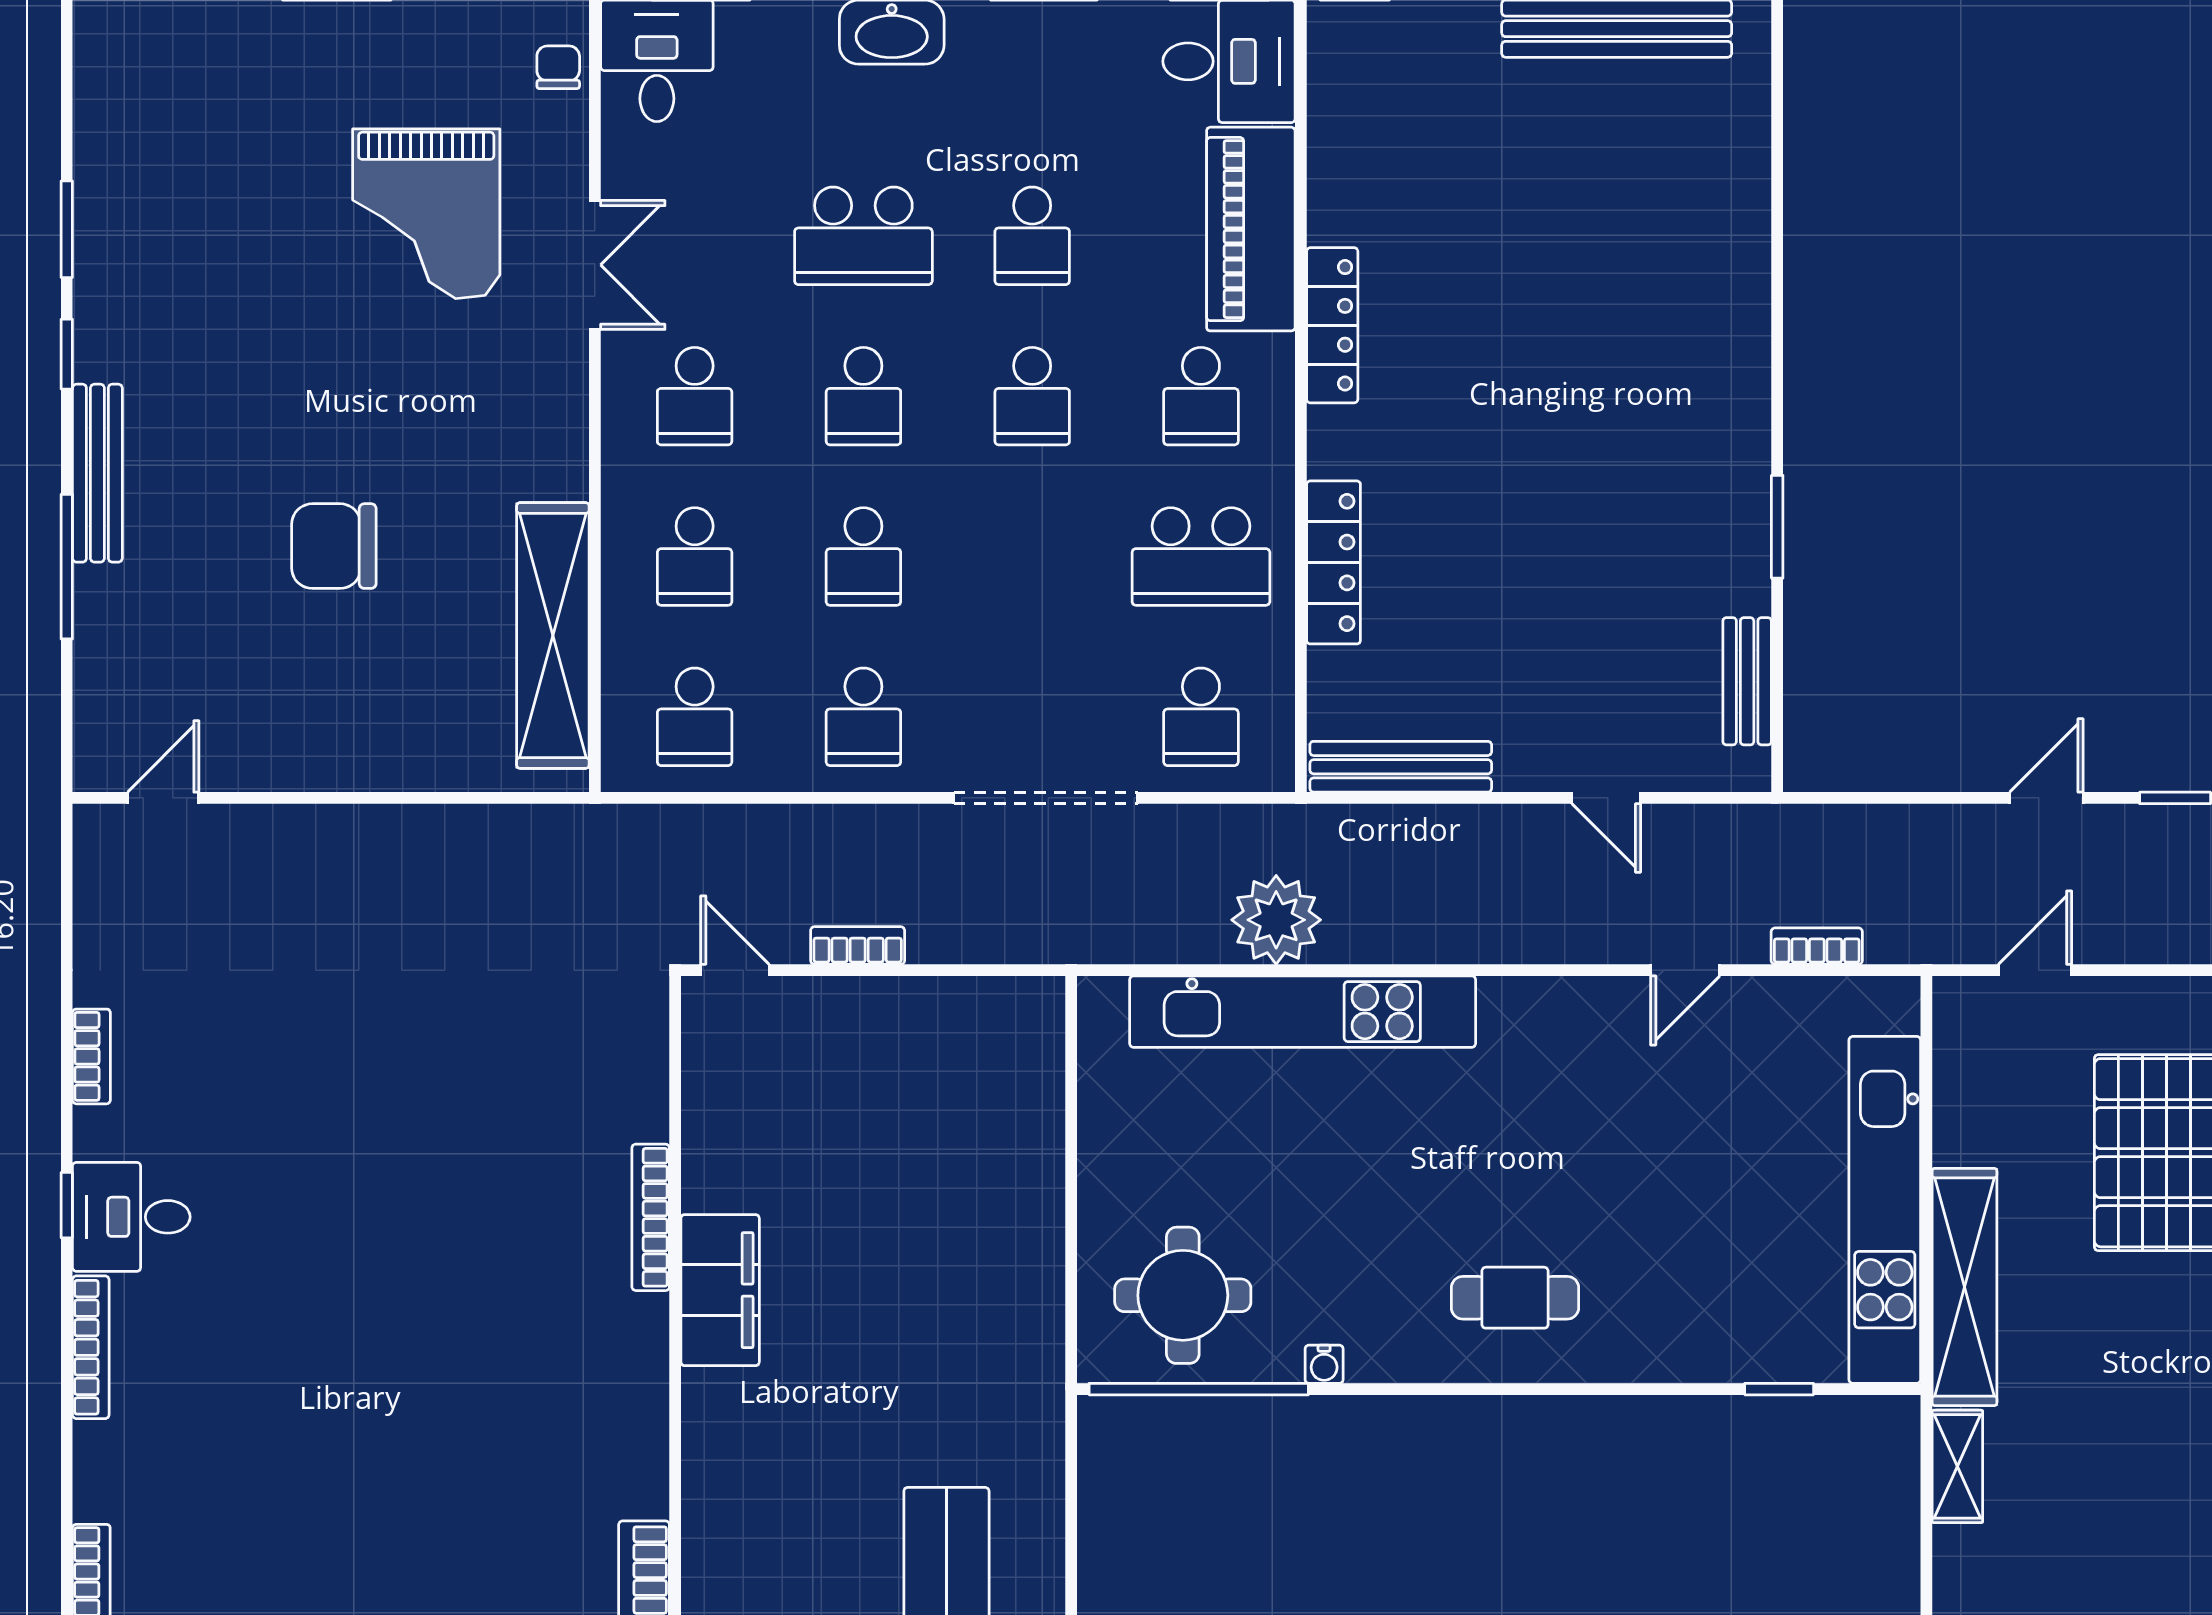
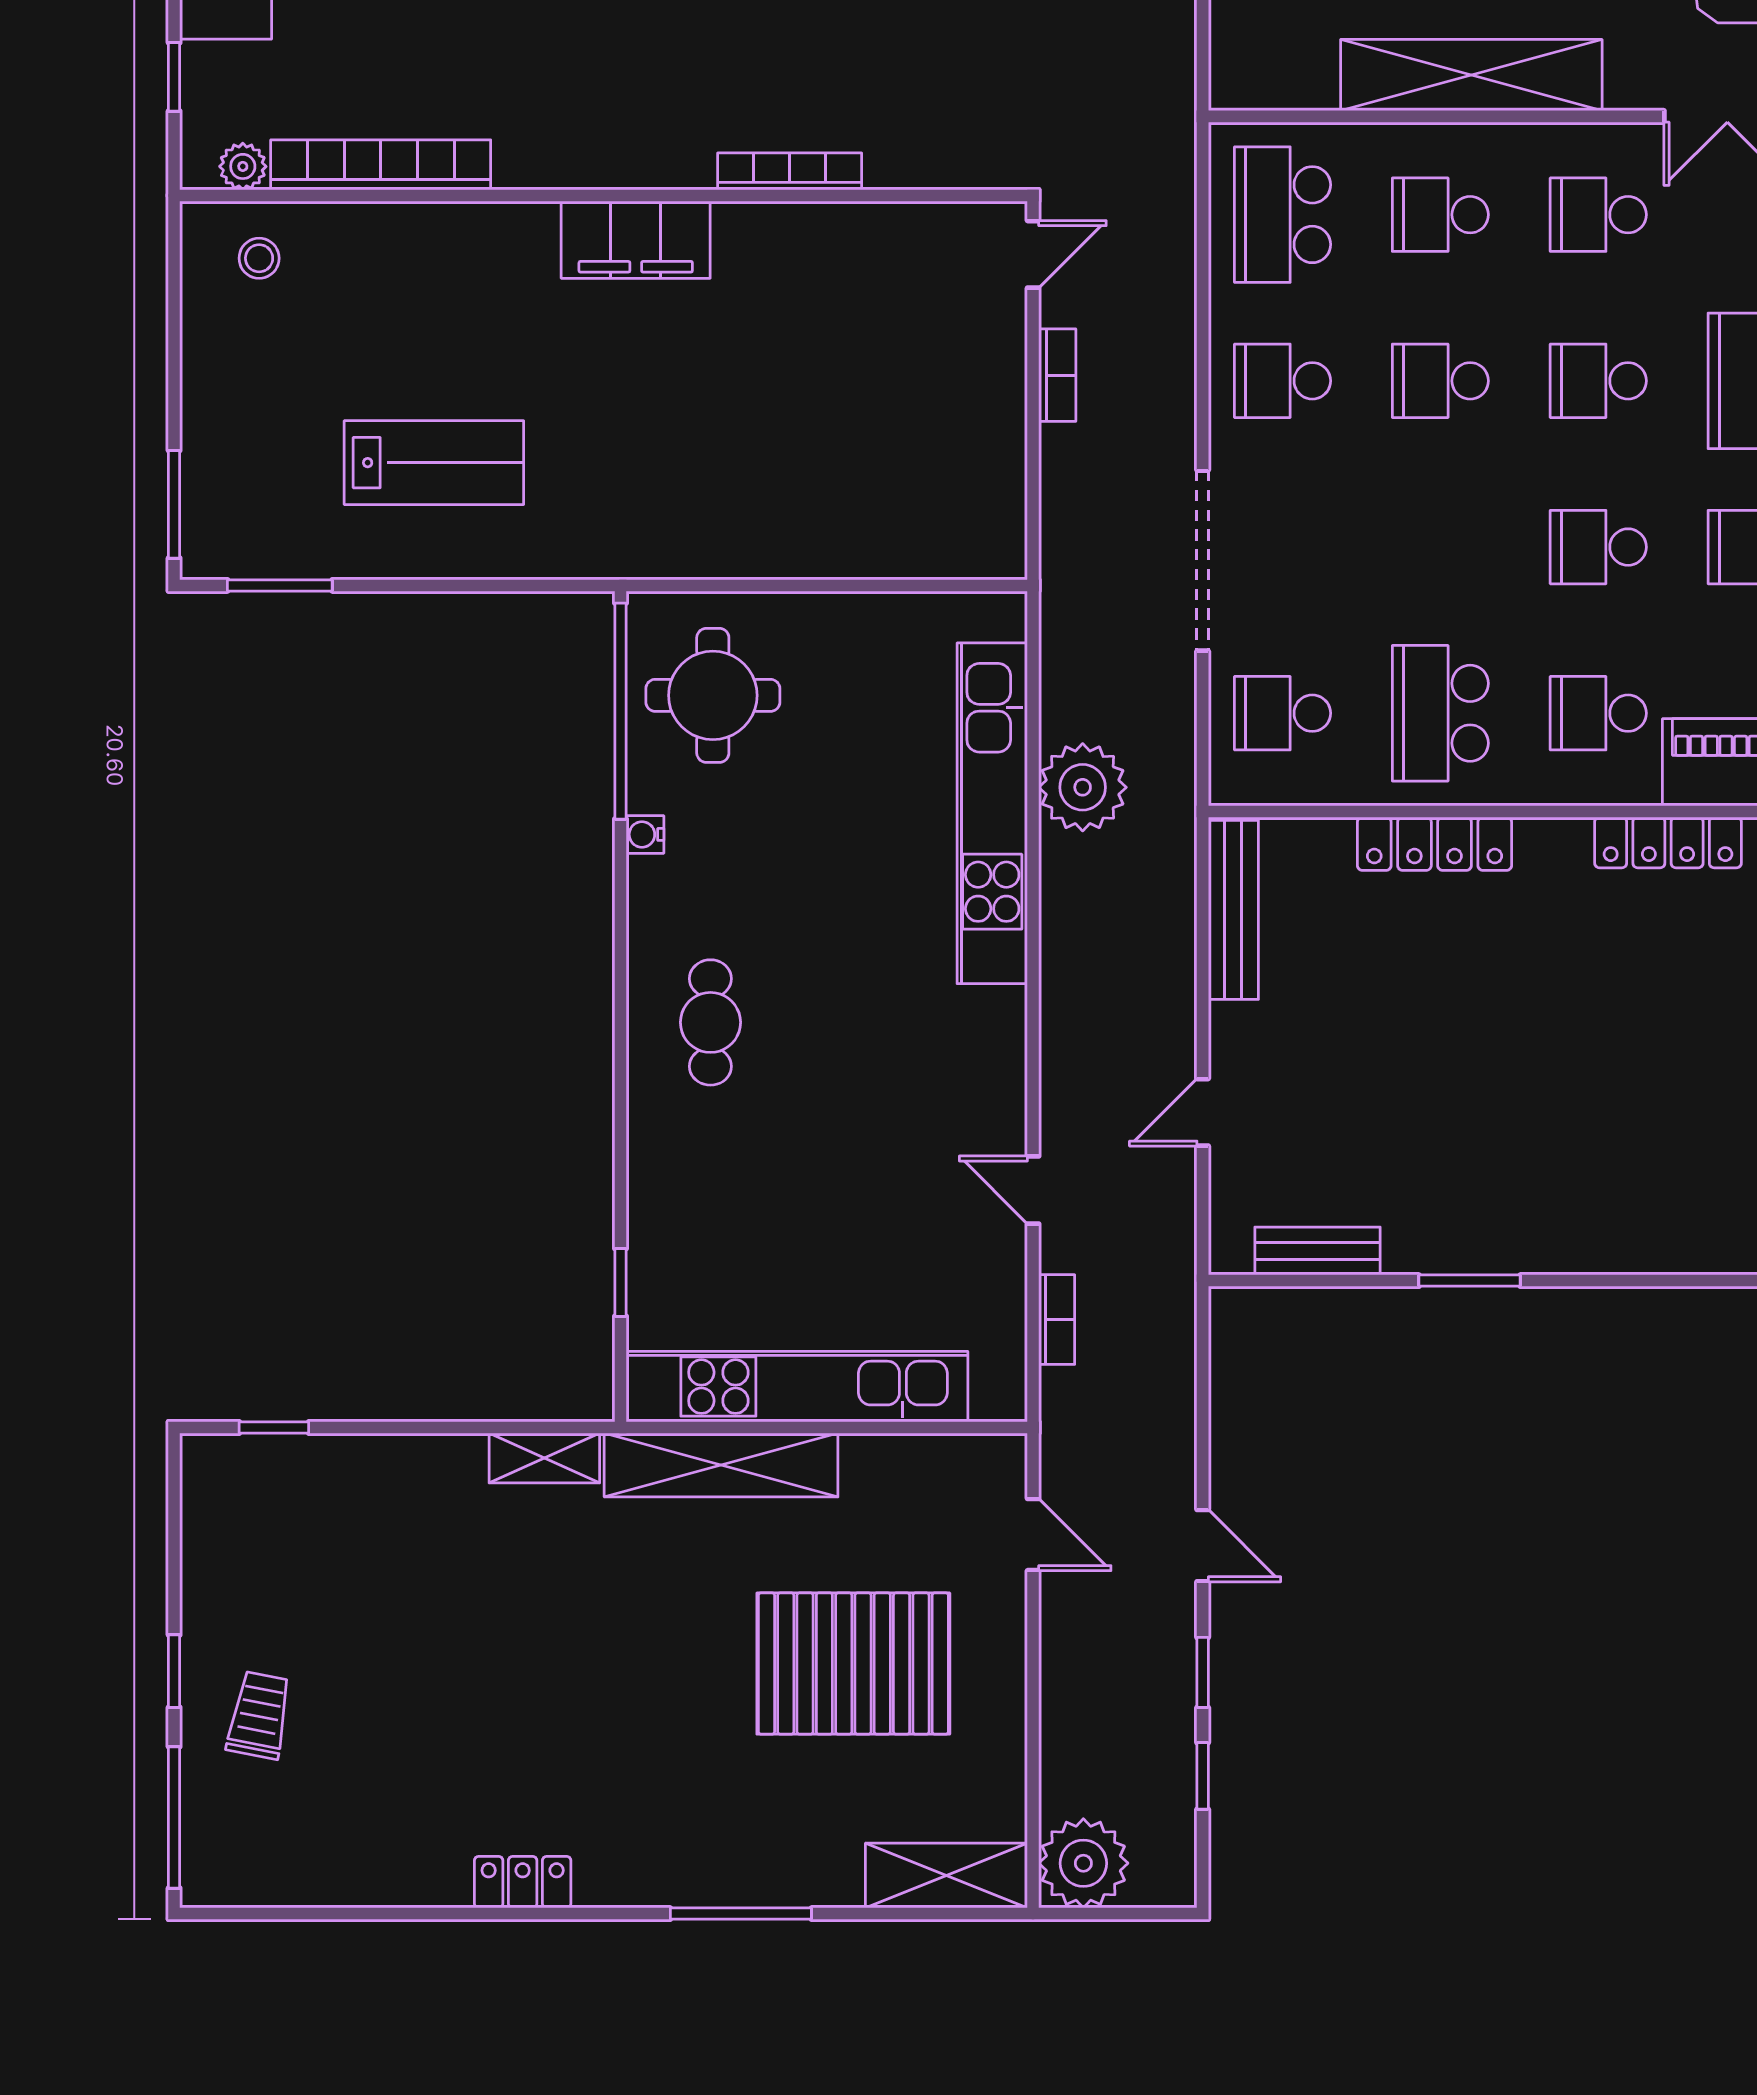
shelving: (553, 635) -> (1471, 75), moved
school desk: (695, 717) -> (1282, 215), width x1.85
filing cabinet: (720, 1290) -> (636, 240), moved

